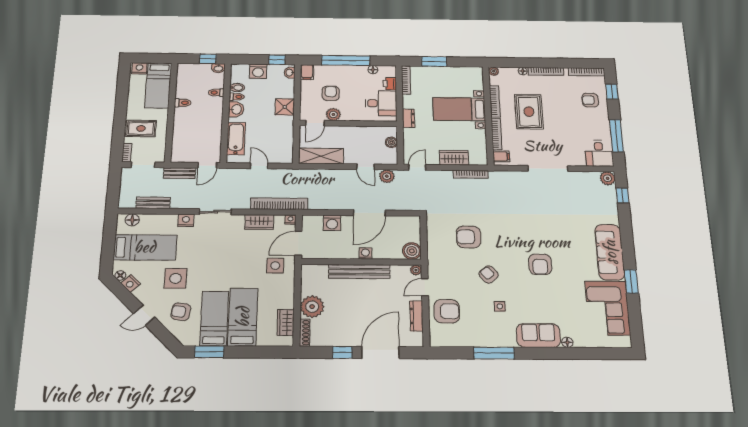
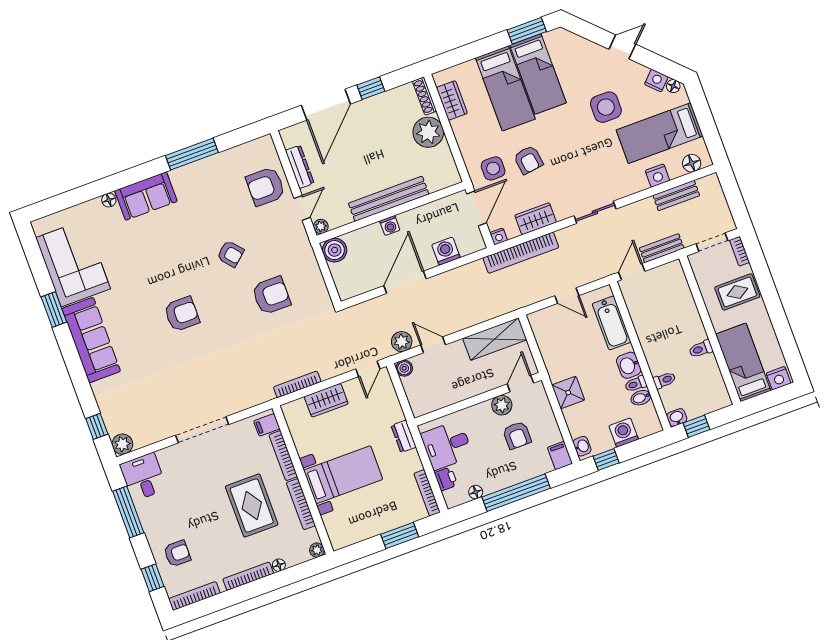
boiler: (391, 142) -> (404, 368), moved
nightstand: (186, 220) -> (657, 176), moved
armchair: (540, 264) -> (182, 314), moved, turned 90
side table: (500, 306) -> (204, 217), removed
armchair: (181, 312) -> (528, 160), moved, turned 75

